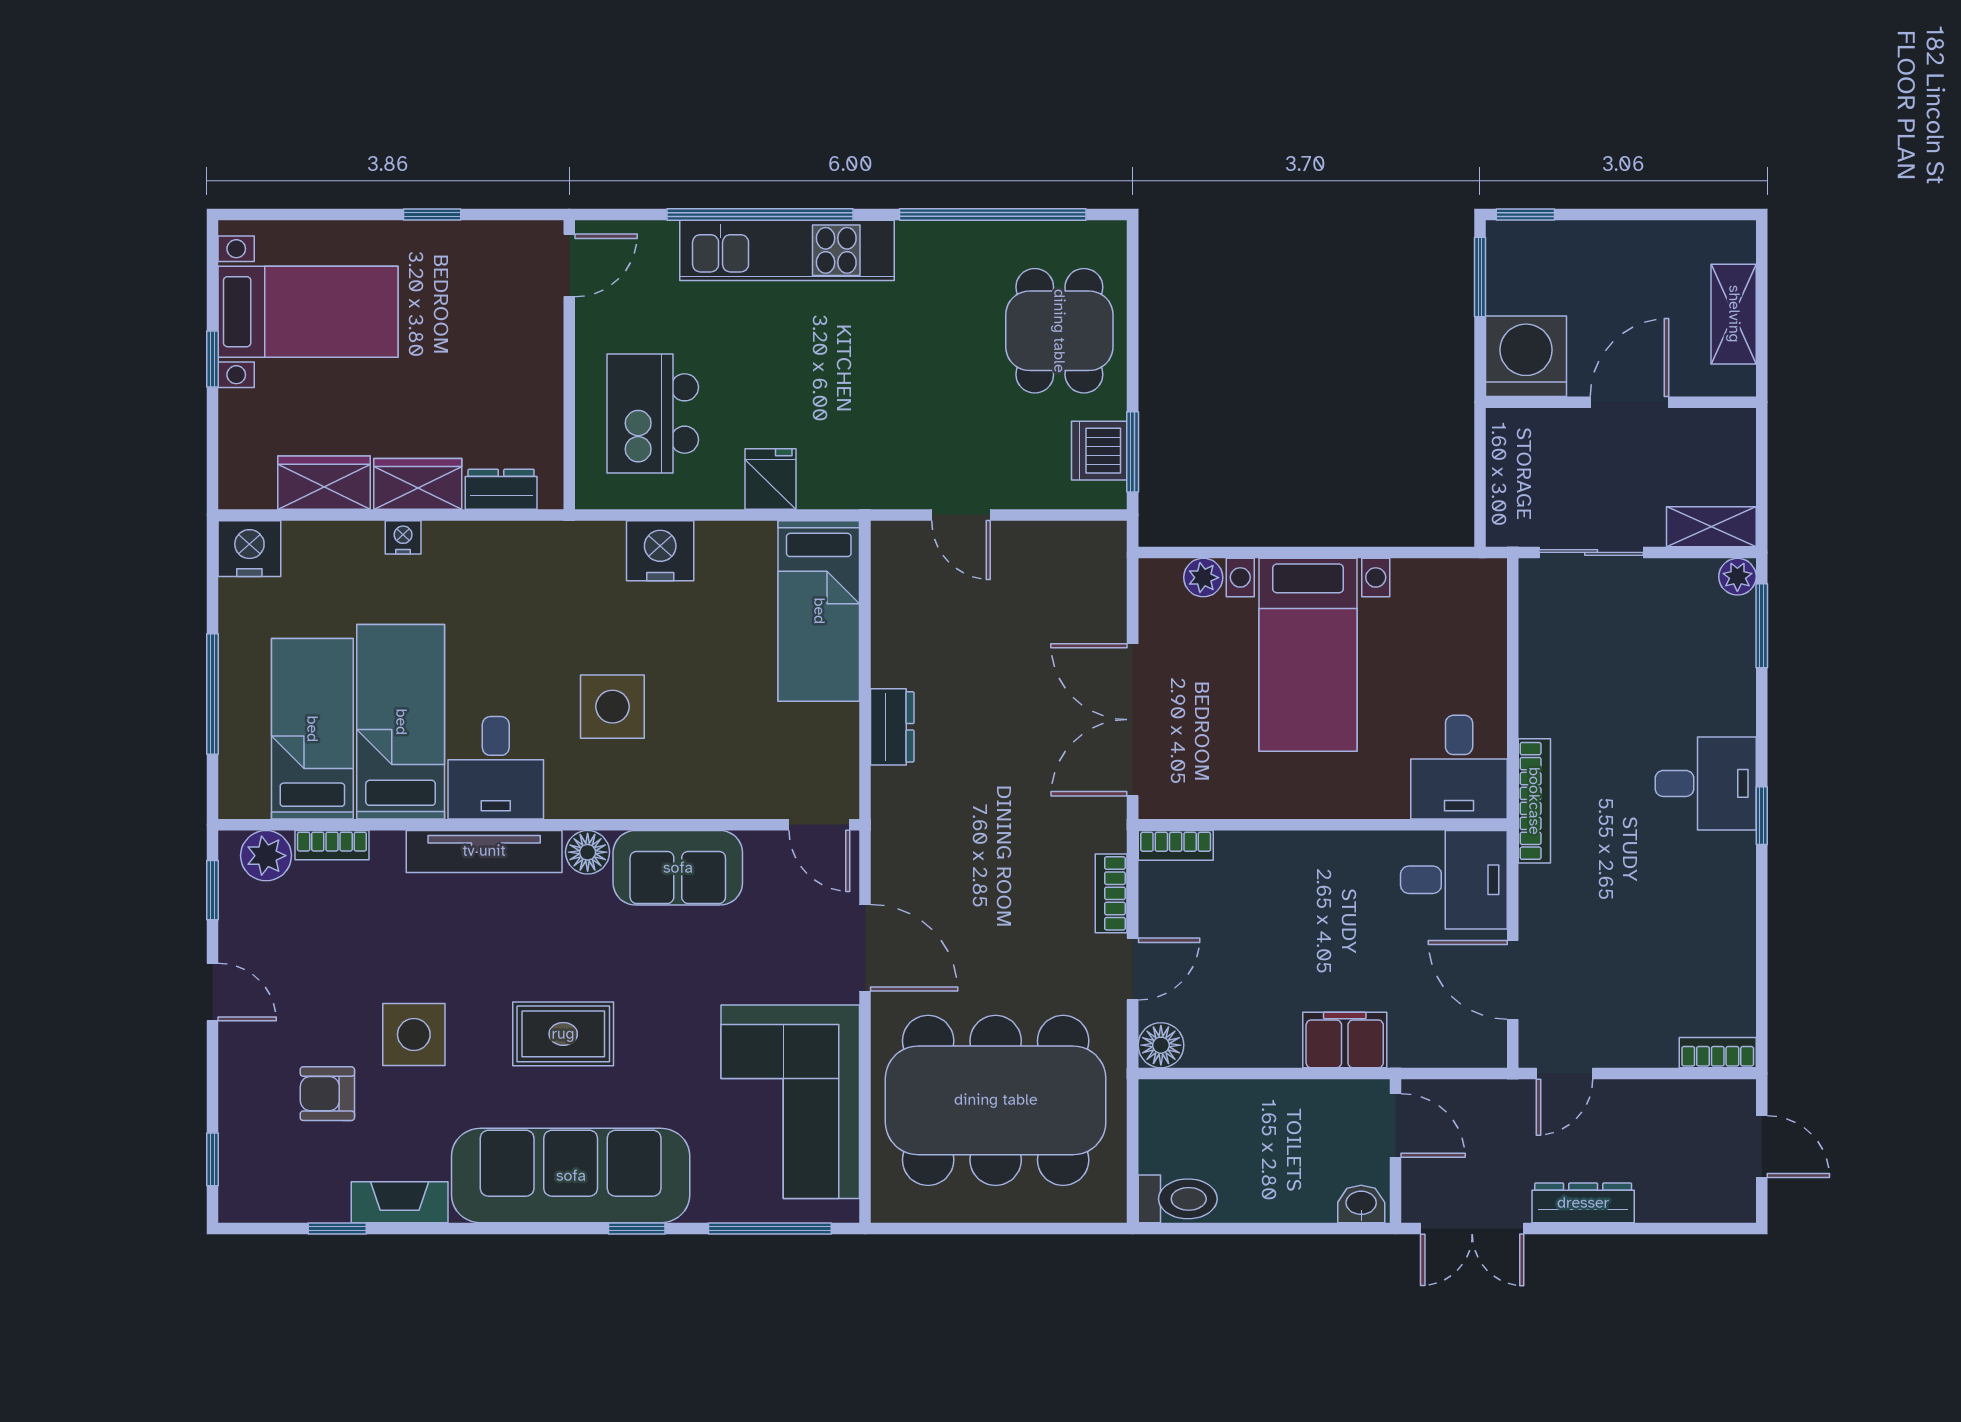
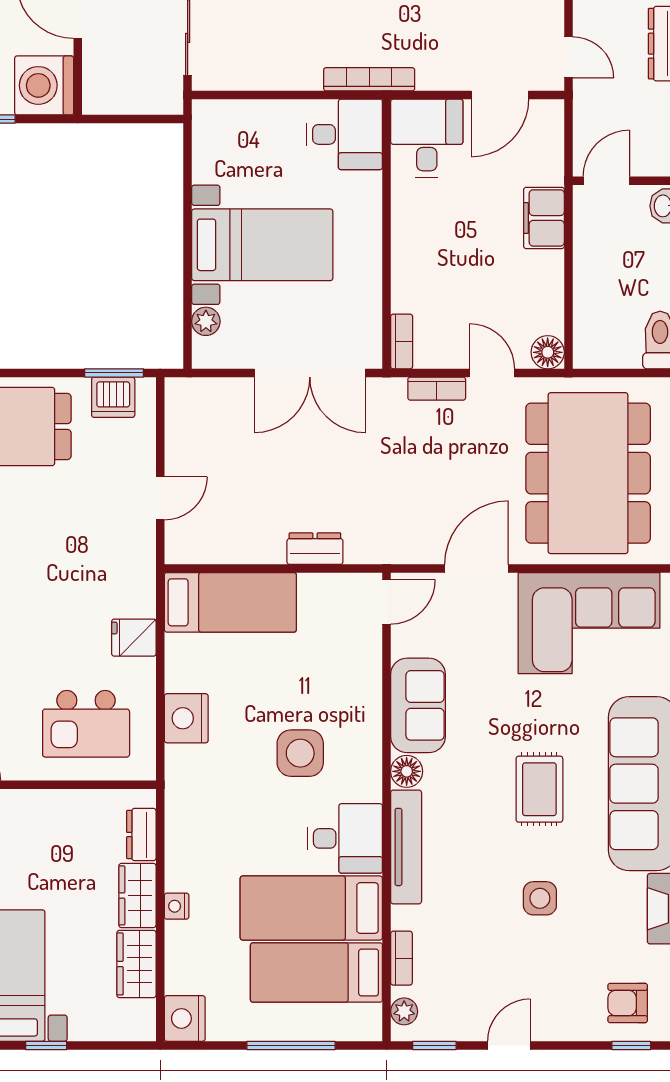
plant: (266, 856) -> (404, 1011), width x0.73, depth x0.73
side table: (414, 1035) -> (540, 898), width x0.73, depth x0.73
armchair: (327, 1094) -> (628, 1003), moved, turned 90

